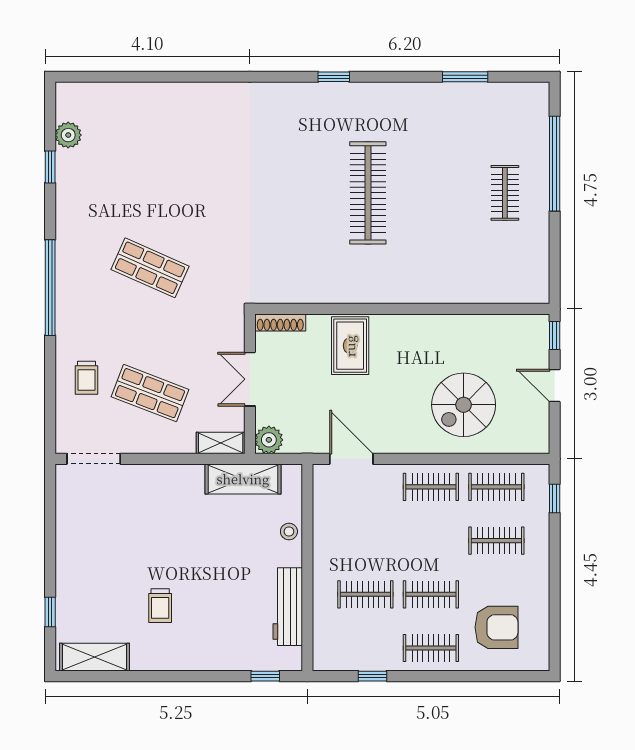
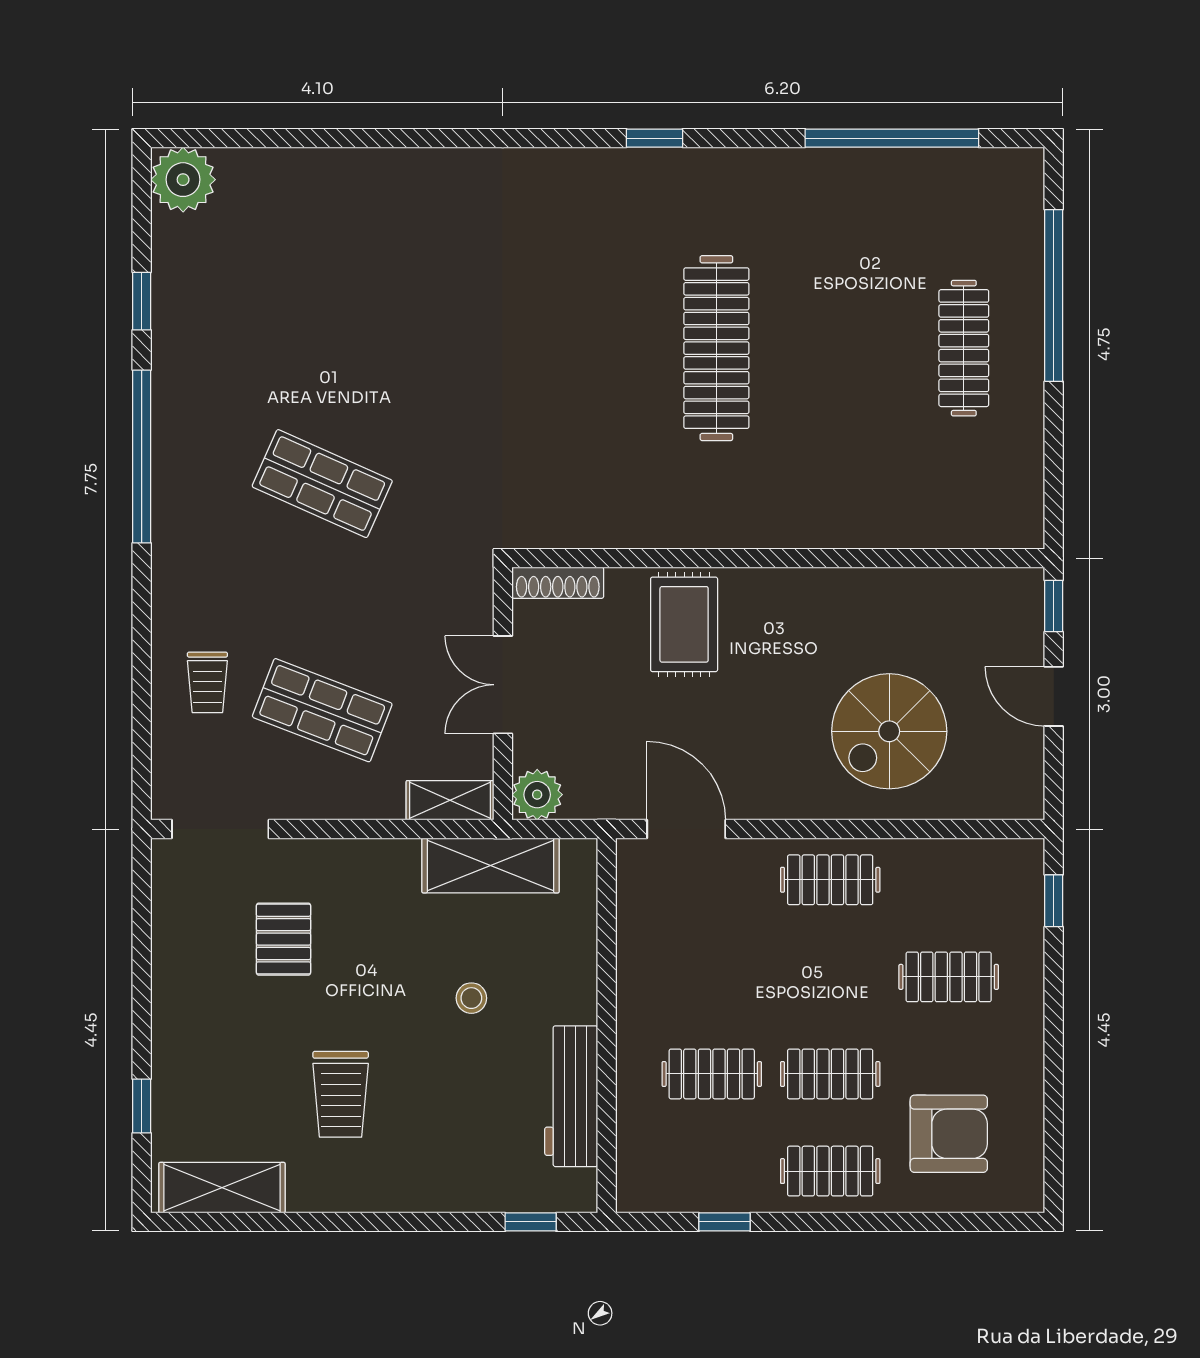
window: (465, 77) -> (892, 138), width x2.11
plant: (68, 135) -> (183, 180), moved, width x1.36, depth x1.36
clothes rail: (505, 193) -> (964, 348), width x1.36
window: (50, 288) -> (142, 457), moved
clothes rail: (496, 487) -> (949, 880), removed
pallet: (129, 520) -> (283, 939), added
stool: (289, 532) -> (471, 998), moved
trolley: (160, 606) -> (341, 1094), width x1.36, depth x1.39

